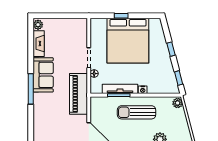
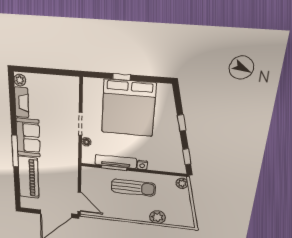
piano: (78, 94) -> (28, 177), moved, turned 180
sun lounger: (137, 112) -> (133, 188), turned 180

